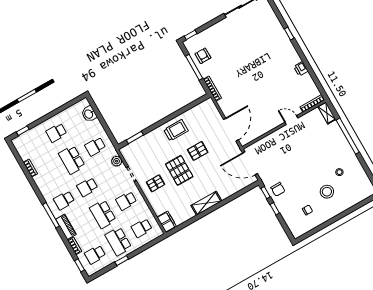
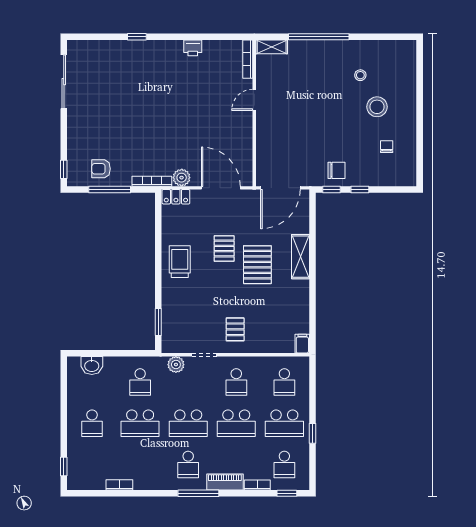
plant: (224, 104) -> (182, 178), added
locker: (211, 107) -> (176, 197), added
pallet: (179, 170) -> (257, 265), moved, turned 90
school desk: (87, 187) -> (188, 423), width x1.85
shelving: (206, 203) -> (301, 257), moved
filing cabinet: (167, 222) -> (302, 344), width x0.50

